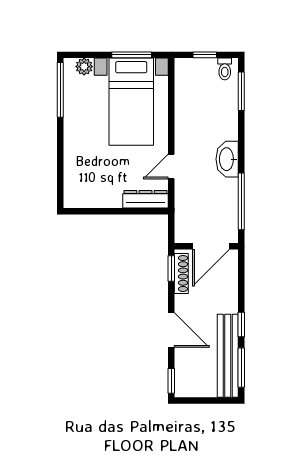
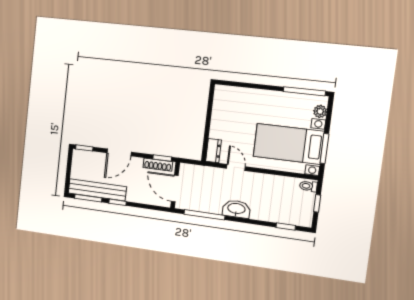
toilet: (225, 69) -> (308, 186), moved
window: (241, 91) -> (286, 226), width x0.67
dresser: (145, 199) -> (214, 151), width x0.70

